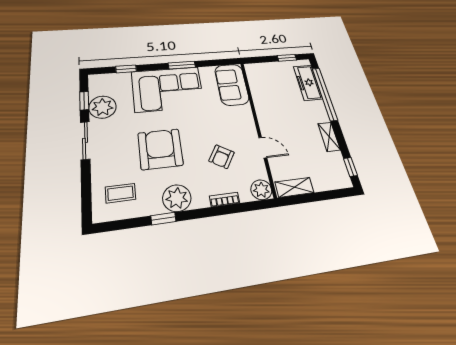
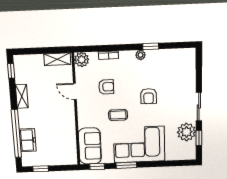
window: (126, 69) -> (97, 166), moved
freezer: (308, 83) -> (28, 140), width x0.71
armchair: (160, 149) -> (149, 96), width x0.53, depth x0.53
armchair: (222, 157) -> (106, 87), turned 58
coffee table: (120, 193) -> (118, 115), moved
plant: (177, 198) -> (140, 55), width x0.53, depth x0.53

